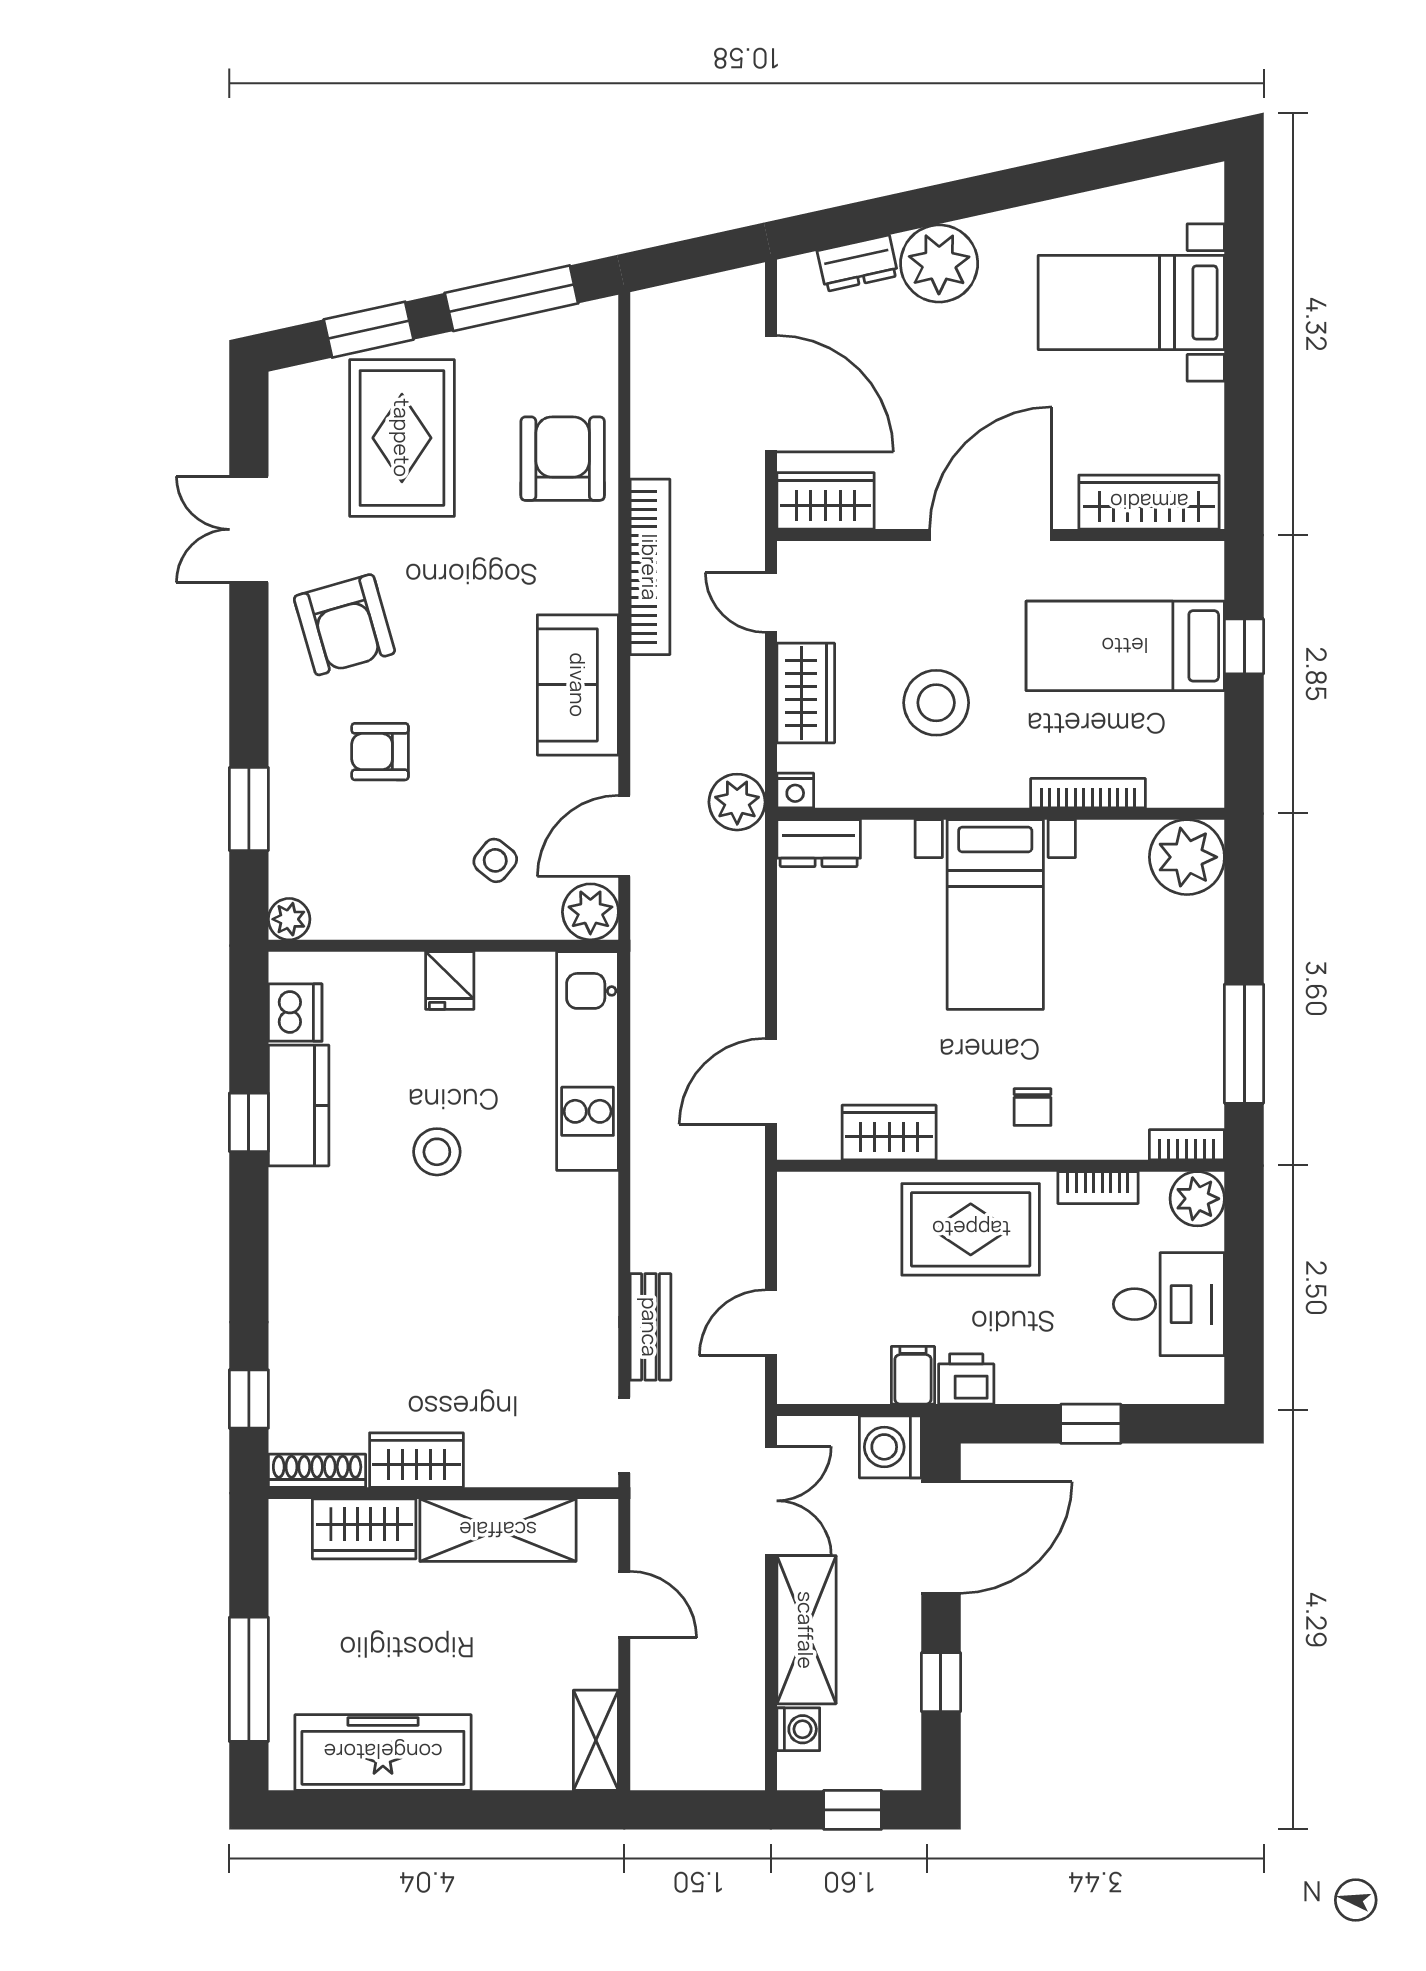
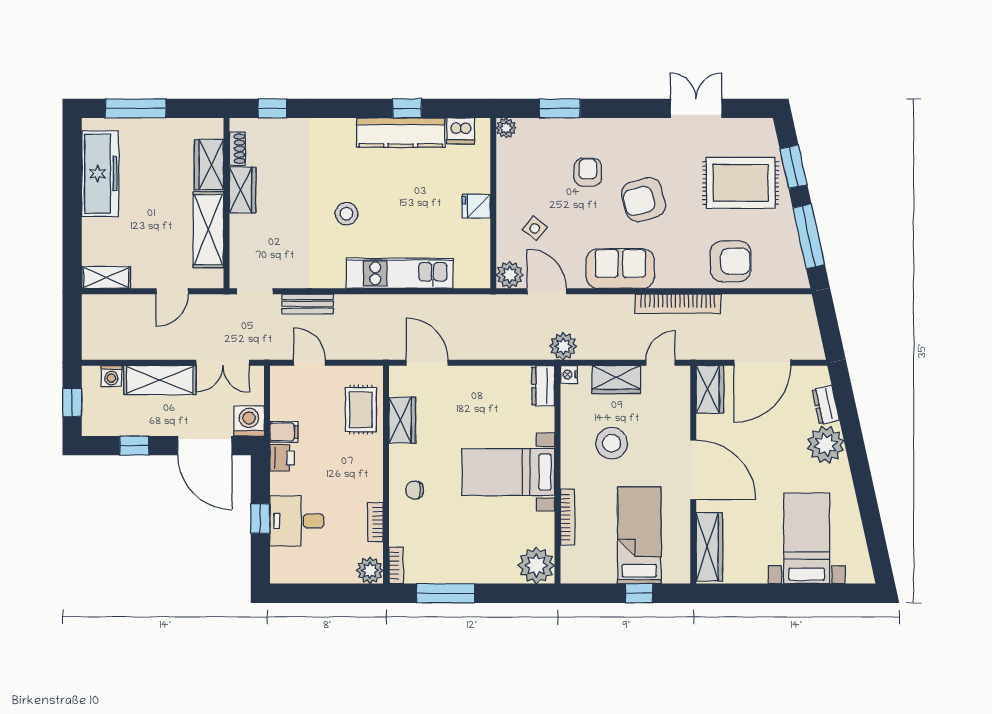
armchair: (344, 625) -> (644, 200), moved
kitchen unit: (588, 1061) -> (400, 273), moved
kitchen counter: (299, 1105) -> (401, 133), width x1.50
stool: (437, 1152) -> (347, 214), moved
rug: (971, 1229) -> (361, 410), moved, width x0.73, depth x0.70
desk: (1169, 1304) -> (297, 521), moved, turned 90
shoe rack: (317, 1471) -> (237, 149), width x0.70

